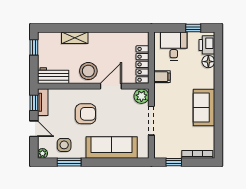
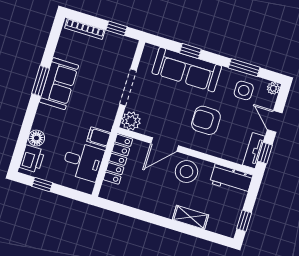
desk: (174, 46) -> (83, 161), moved, turned -90
window: (218, 105) -> (41, 81), added
window: (113, 162) -> (190, 51), added

